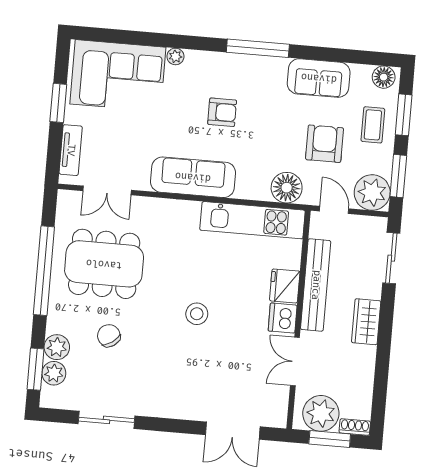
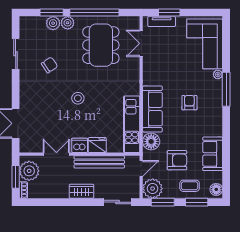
window: (258, 48) -> (226, 89), moved
window: (58, 103) -> (169, 13), moved
armchair: (222, 112) -> (189, 103), turned 180
sofa: (193, 177) -> (152, 109), moved
chair: (109, 336) -> (49, 65), moved
window: (36, 369) -> (52, 13), moved
plant: (54, 373) -> (68, 23), moved

